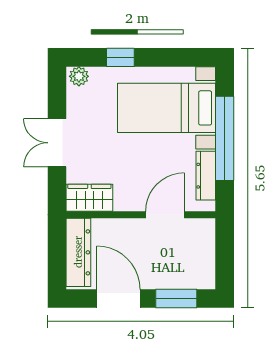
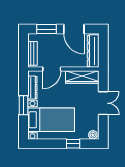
window: (225, 138) -> (23, 105), width x0.47
wardrobe: (89, 198) -> (82, 77), width x1.50
bench: (206, 248) -> (32, 53), added

